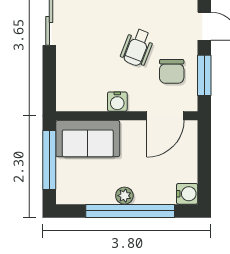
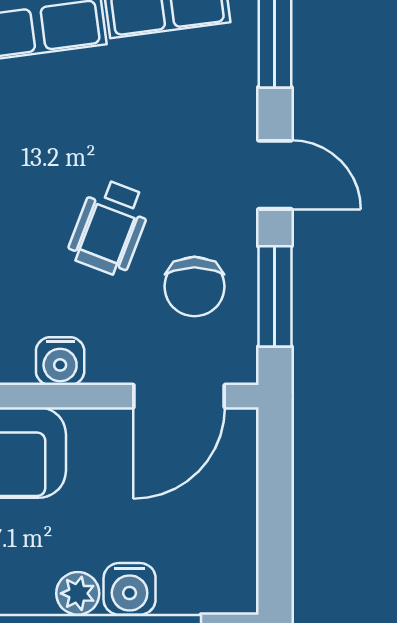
water cooler: (187, 194) -> (130, 589), moved, turned 90

